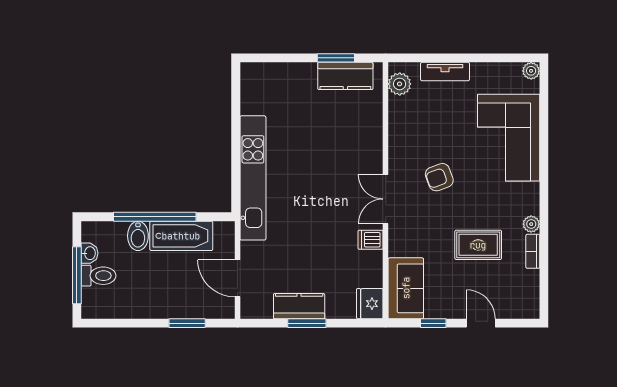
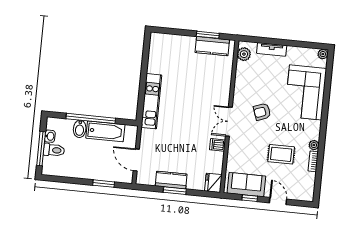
kitchen unit: (253, 178) -> (151, 101), width x0.73
sofa: (406, 288) -> (246, 185), moved, turned -90

